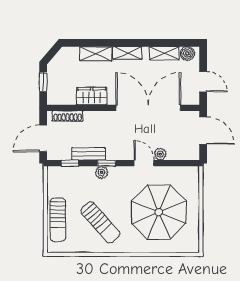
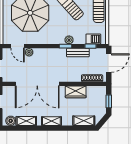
shelving: (96, 54) -> (84, 121), moved
door: (144, 163) -> (18, 46), moved
barbecue: (66, 174) -> (93, 39), added

